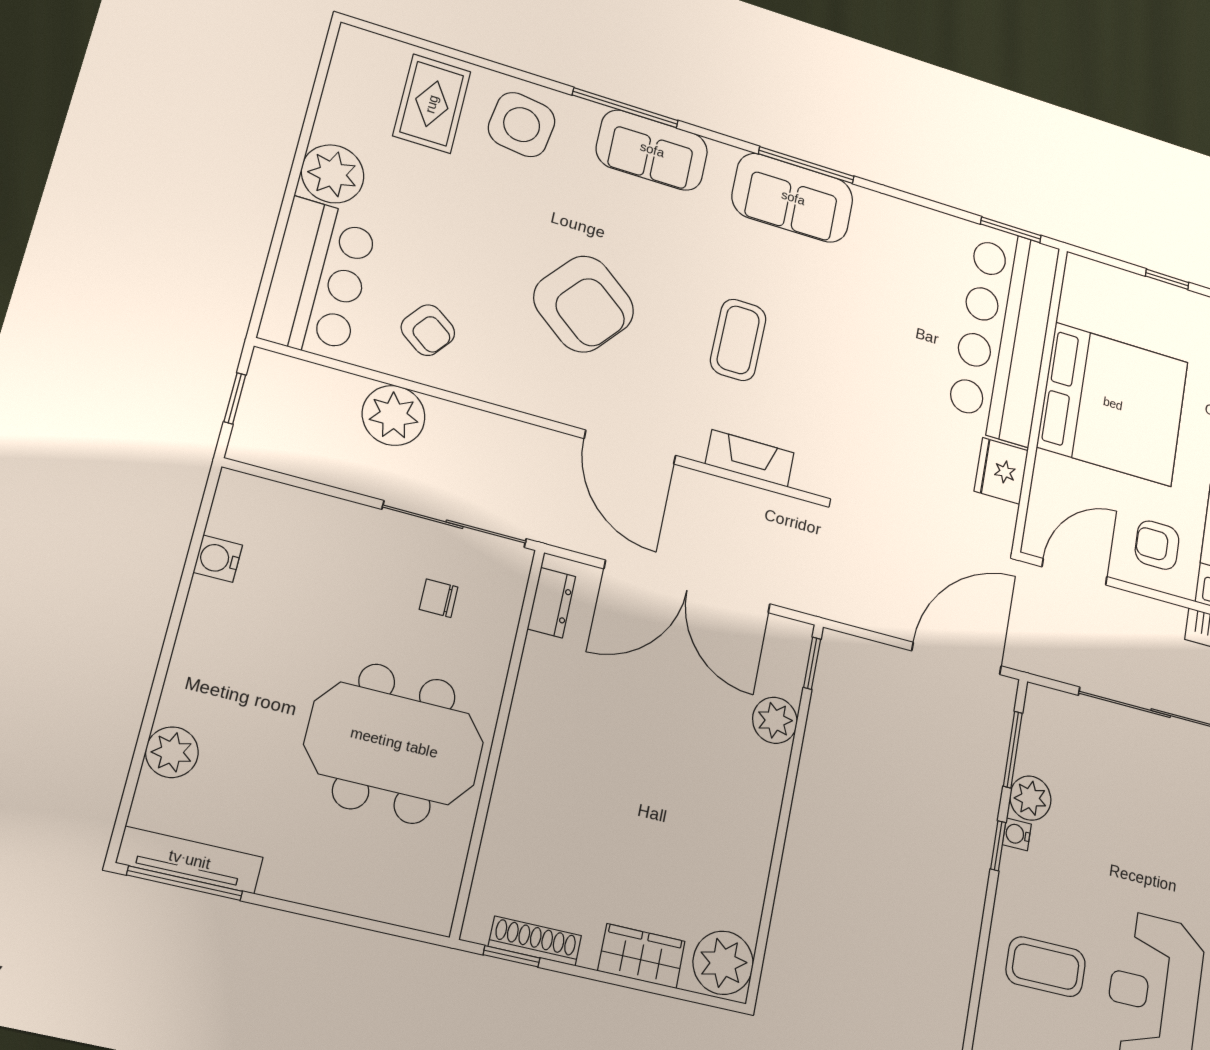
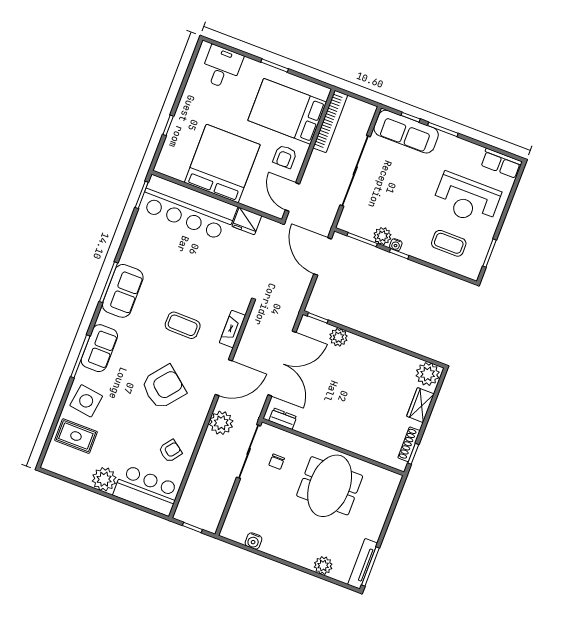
plant: (394, 415) -> (221, 423), moved
coffee table: (1046, 967) -> (449, 243), turned 90

